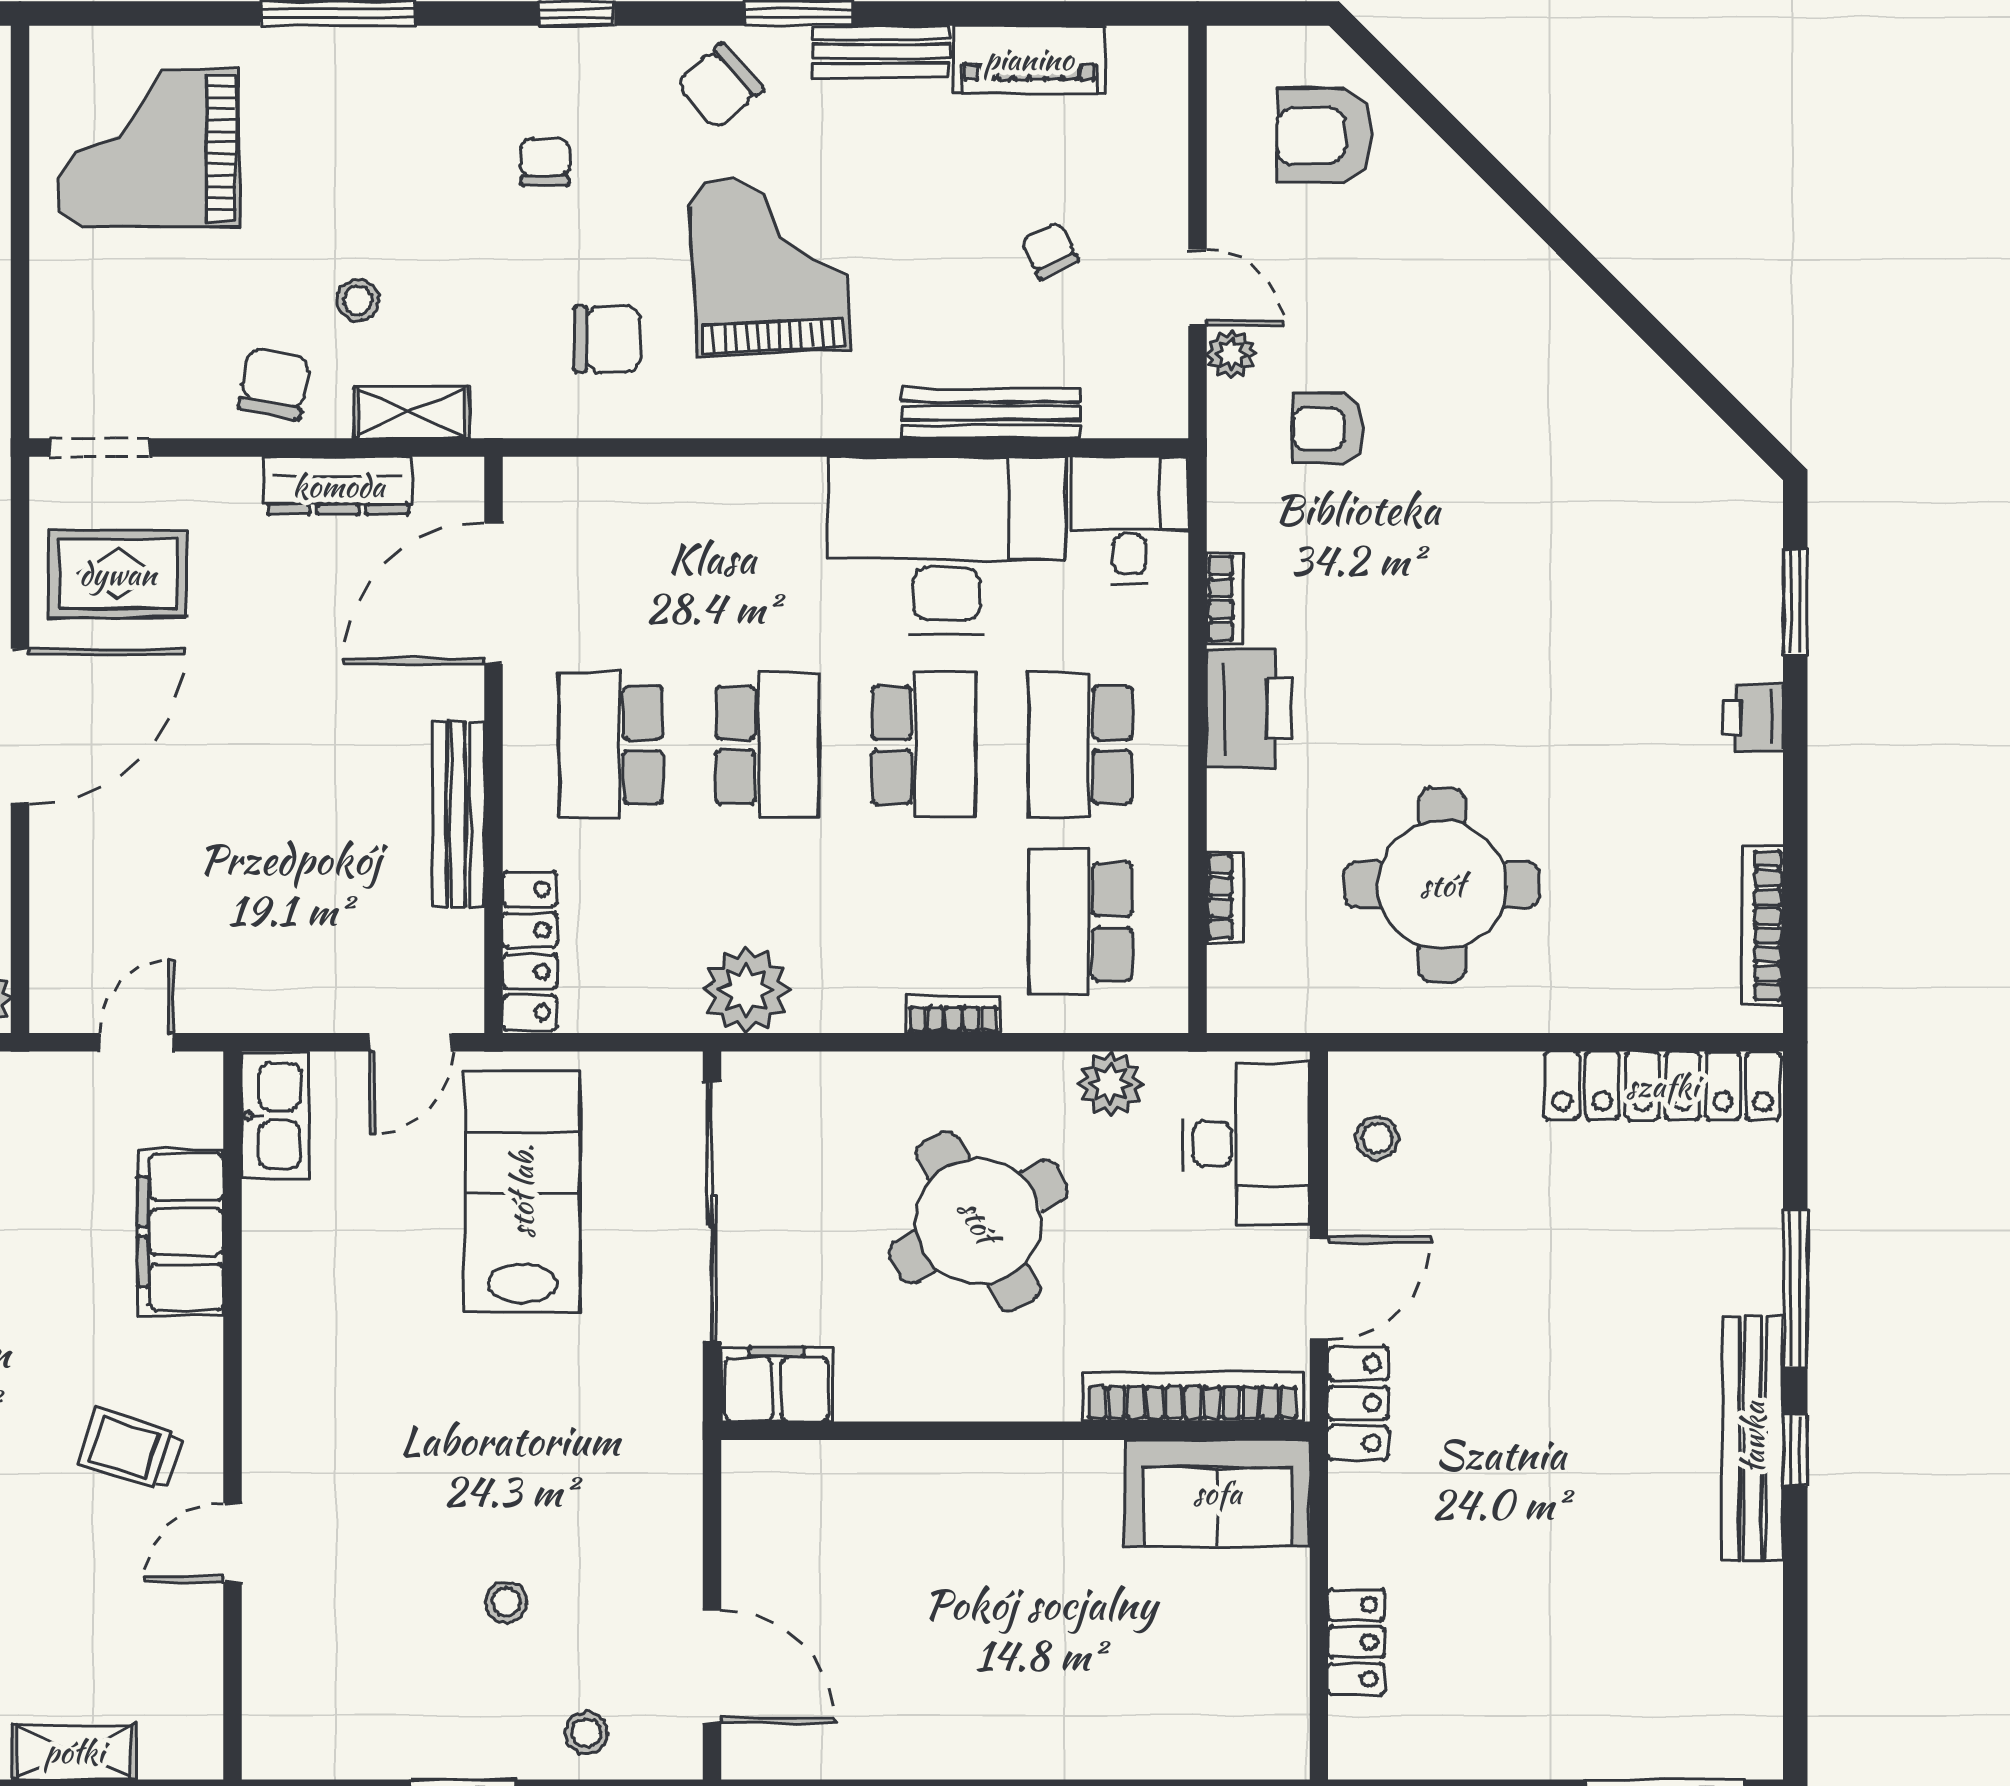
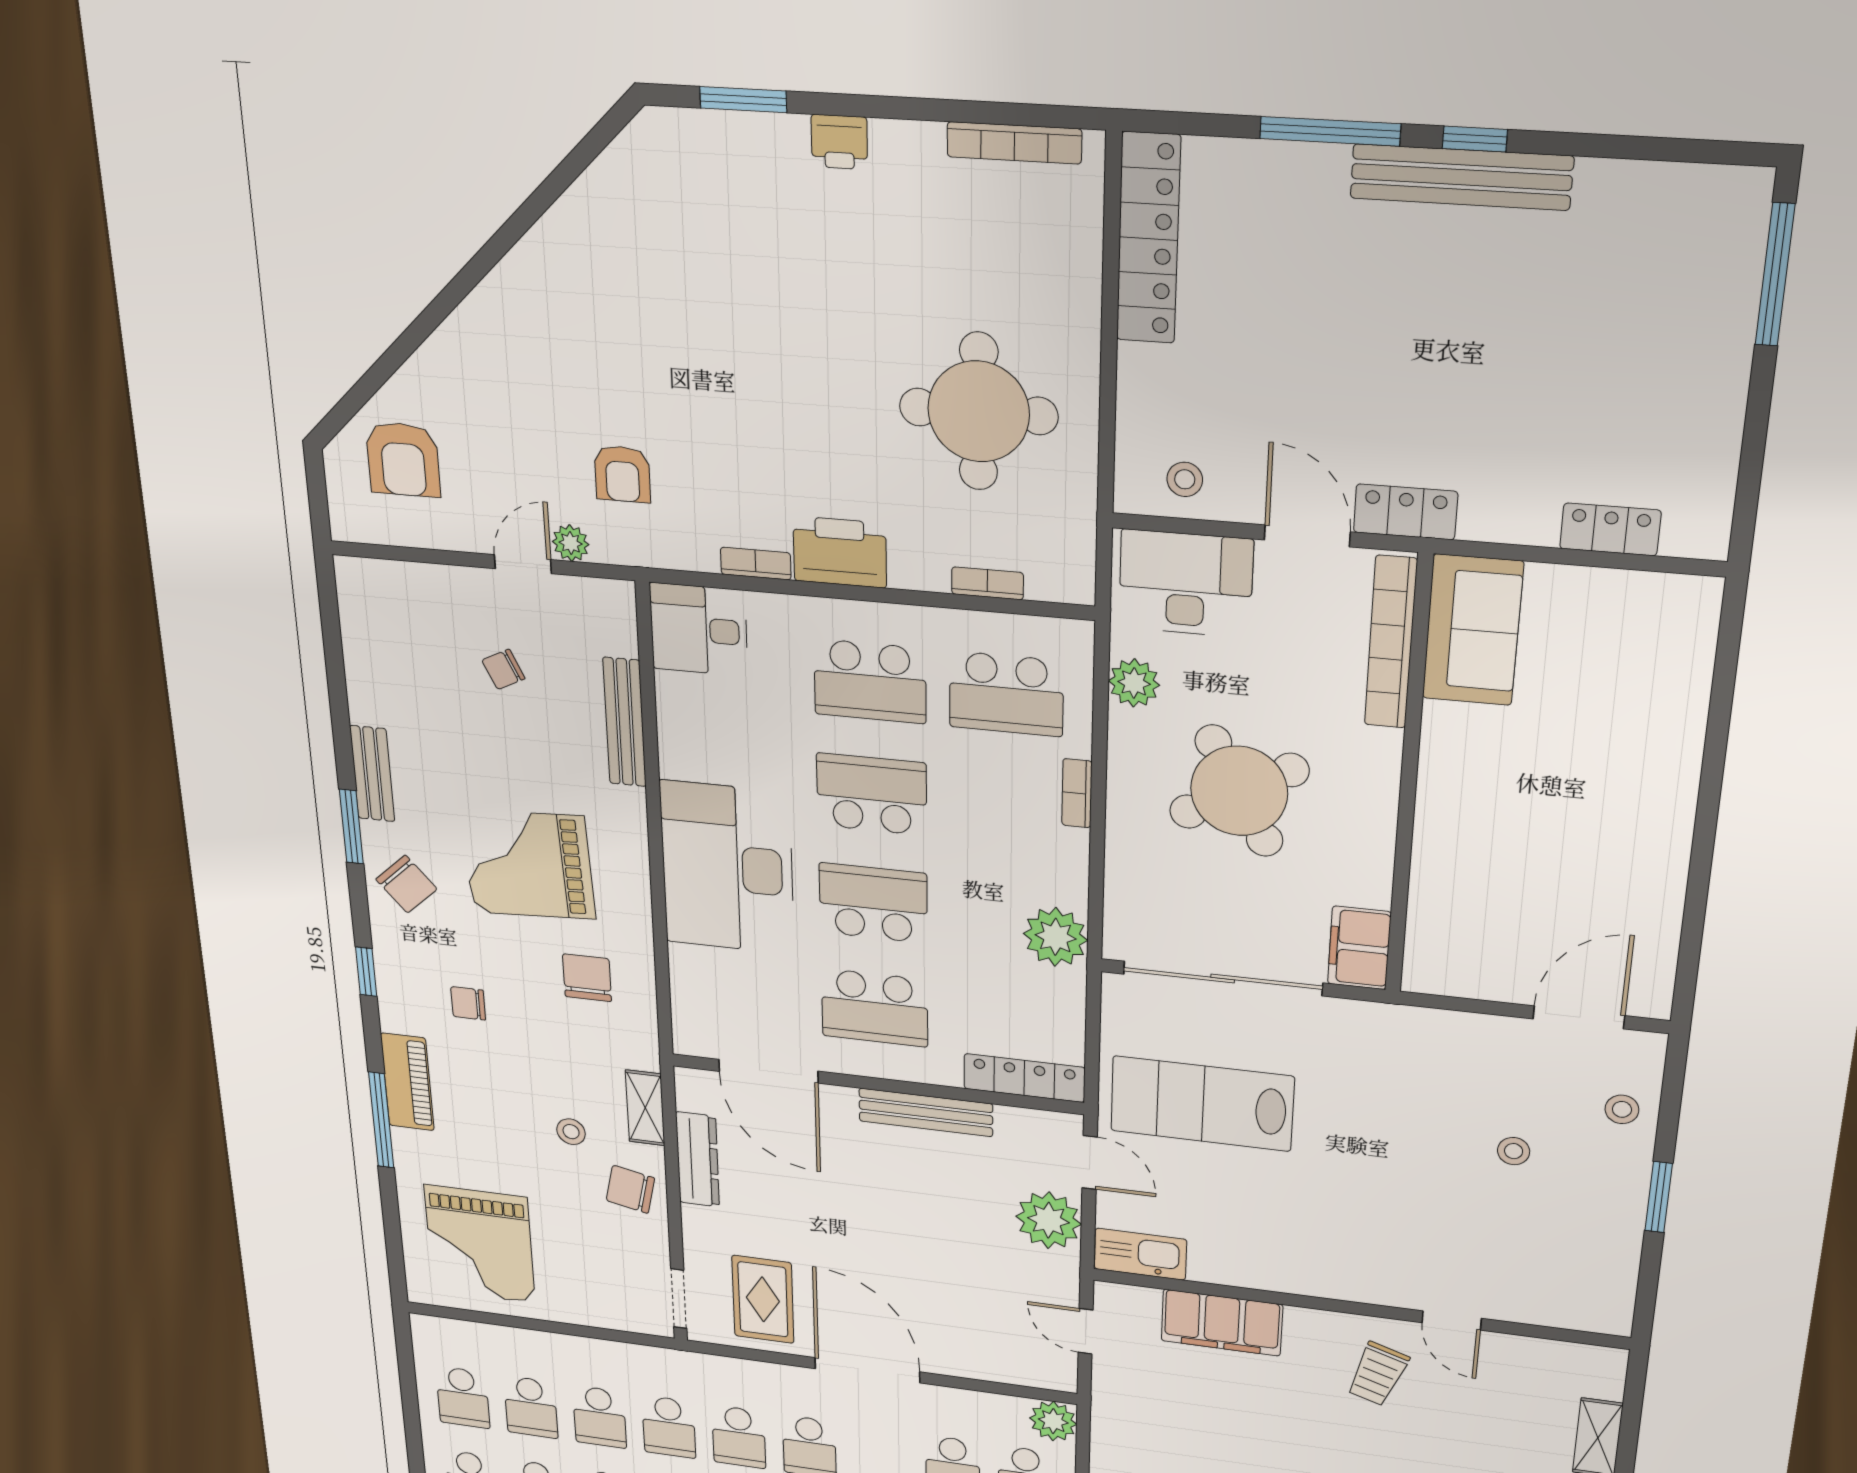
piano: (1029, 59) -> (407, 1082), moved
desk: (947, 546) -> (727, 868), moved
plant: (311, 987) -> (1049, 1220), added

